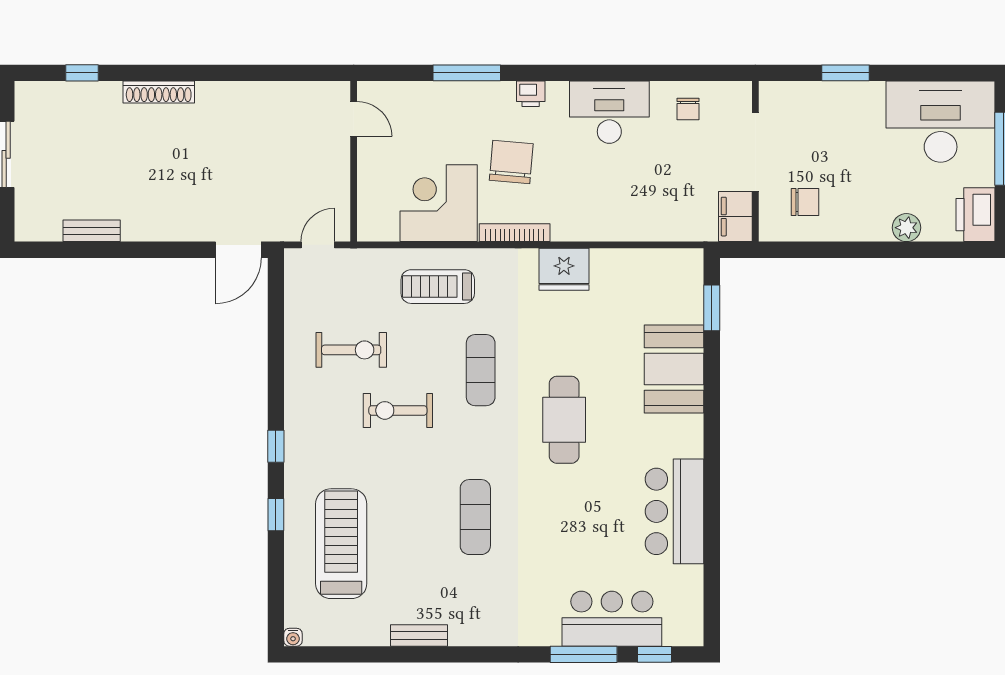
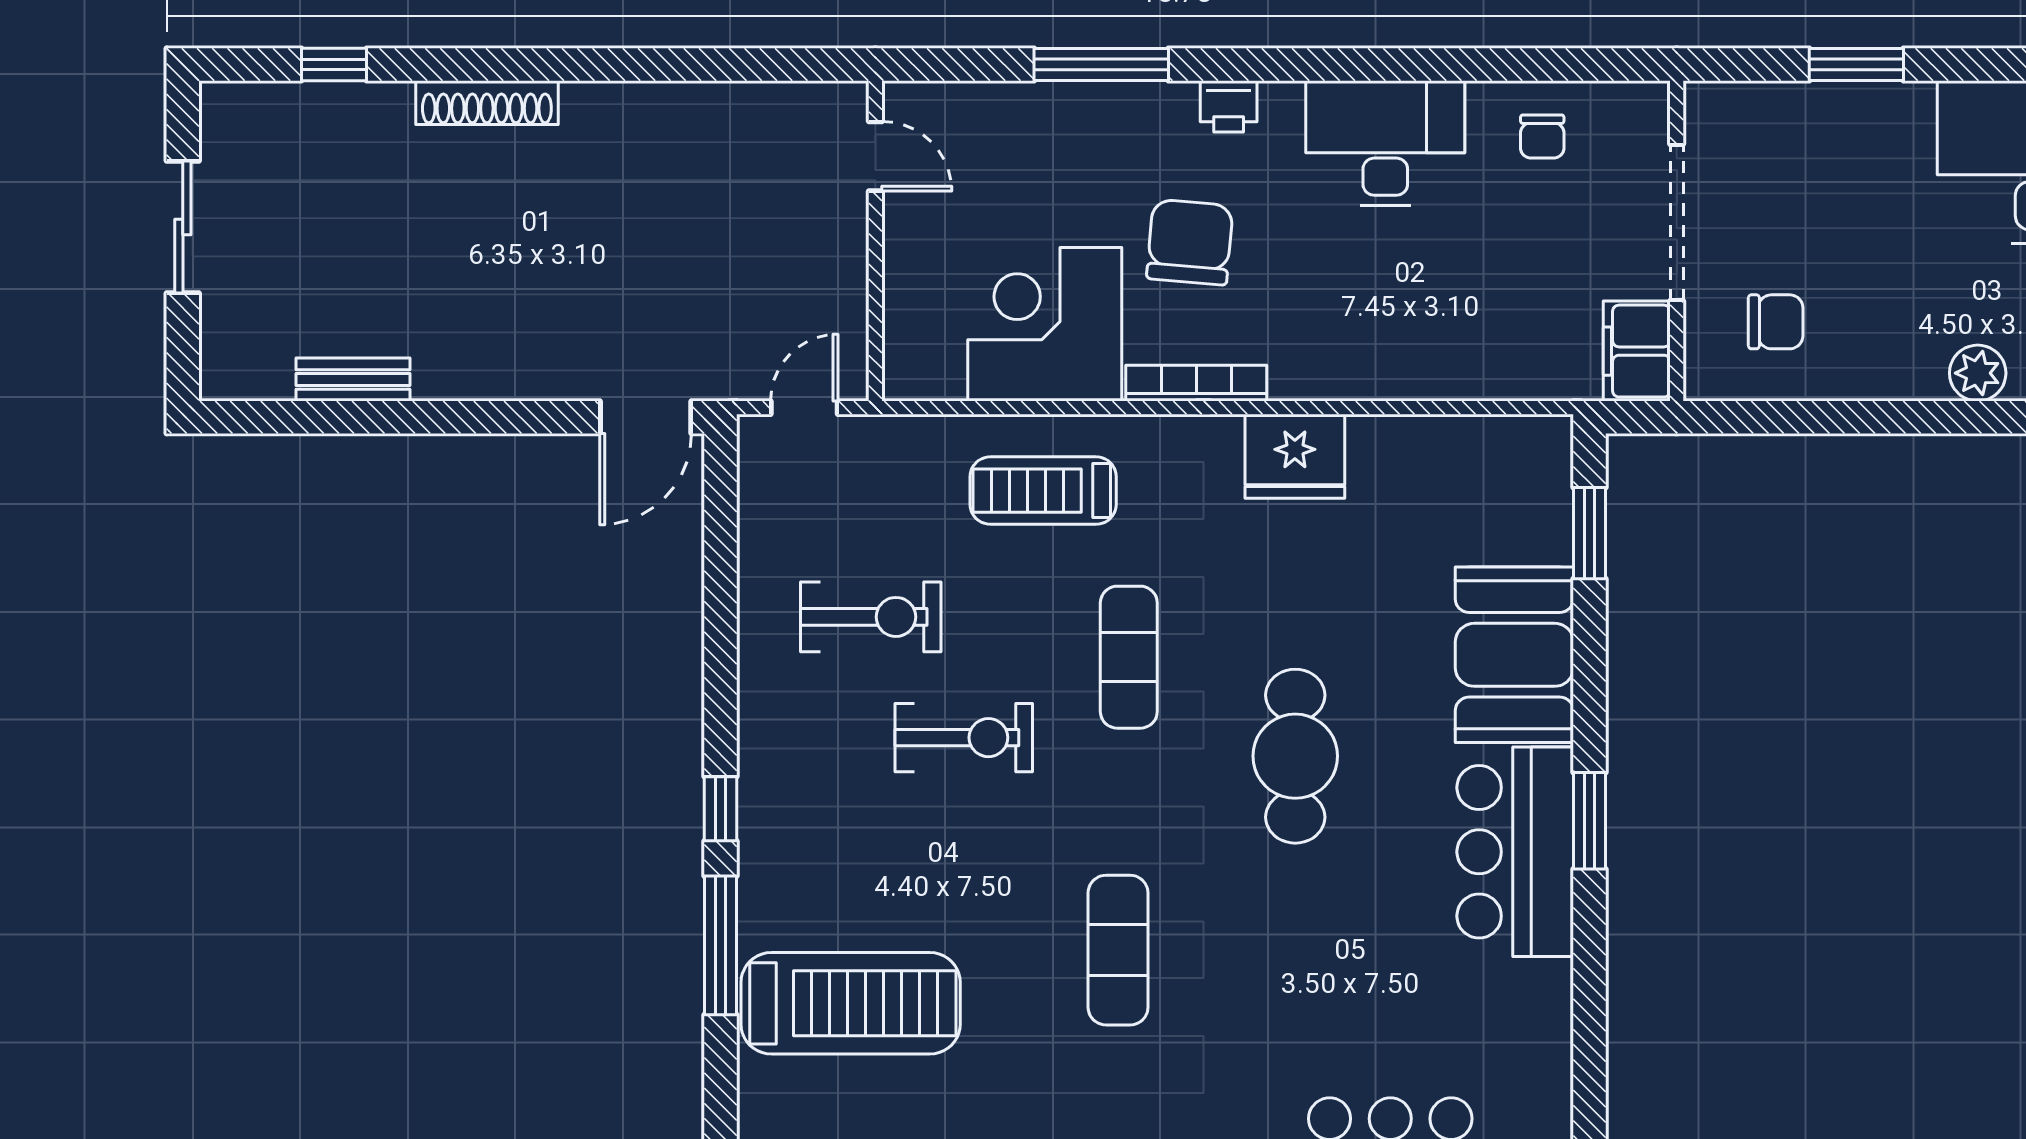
exercise bike: (398, 410) -> (964, 738), turned 180
window: (712, 452) -> (1590, 821), added
bar counter: (674, 511) -> (1515, 852), moved
window: (276, 515) -> (721, 945), width x2.17
treadmill: (341, 544) -> (851, 1003), turned 90

